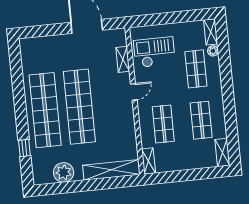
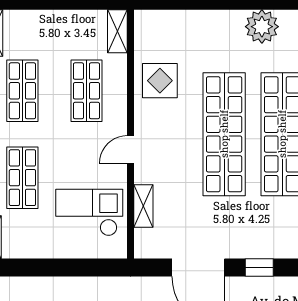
window: (51, 30) -> (259, 268), added
checkout: (154, 52) -> (89, 213), turned 180
display table: (121, 134) -> (160, 81), added
shelving: (111, 170) -> (181, 23), removed

